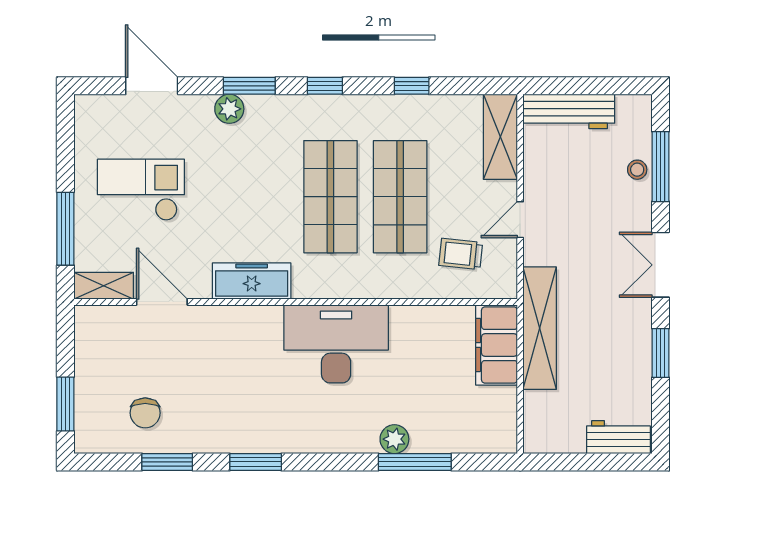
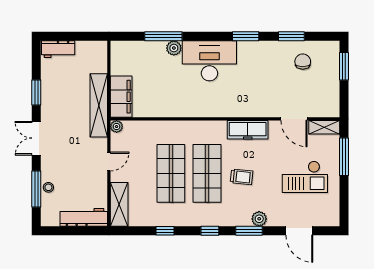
trolley: (461, 254) -> (242, 177), moved
double door: (661, 265) -> (36, 138), swing flipped
plant: (505, 287) -> (117, 127), added
desk: (336, 344) -> (209, 61), moved, turned 180

